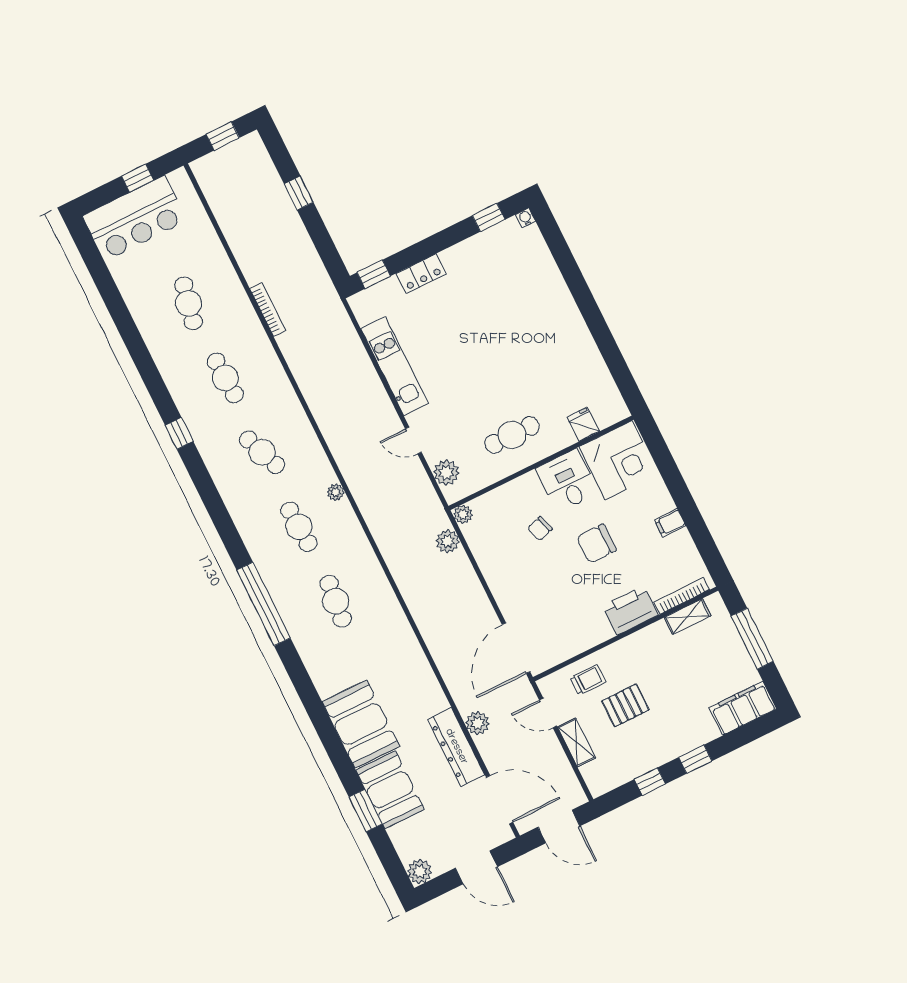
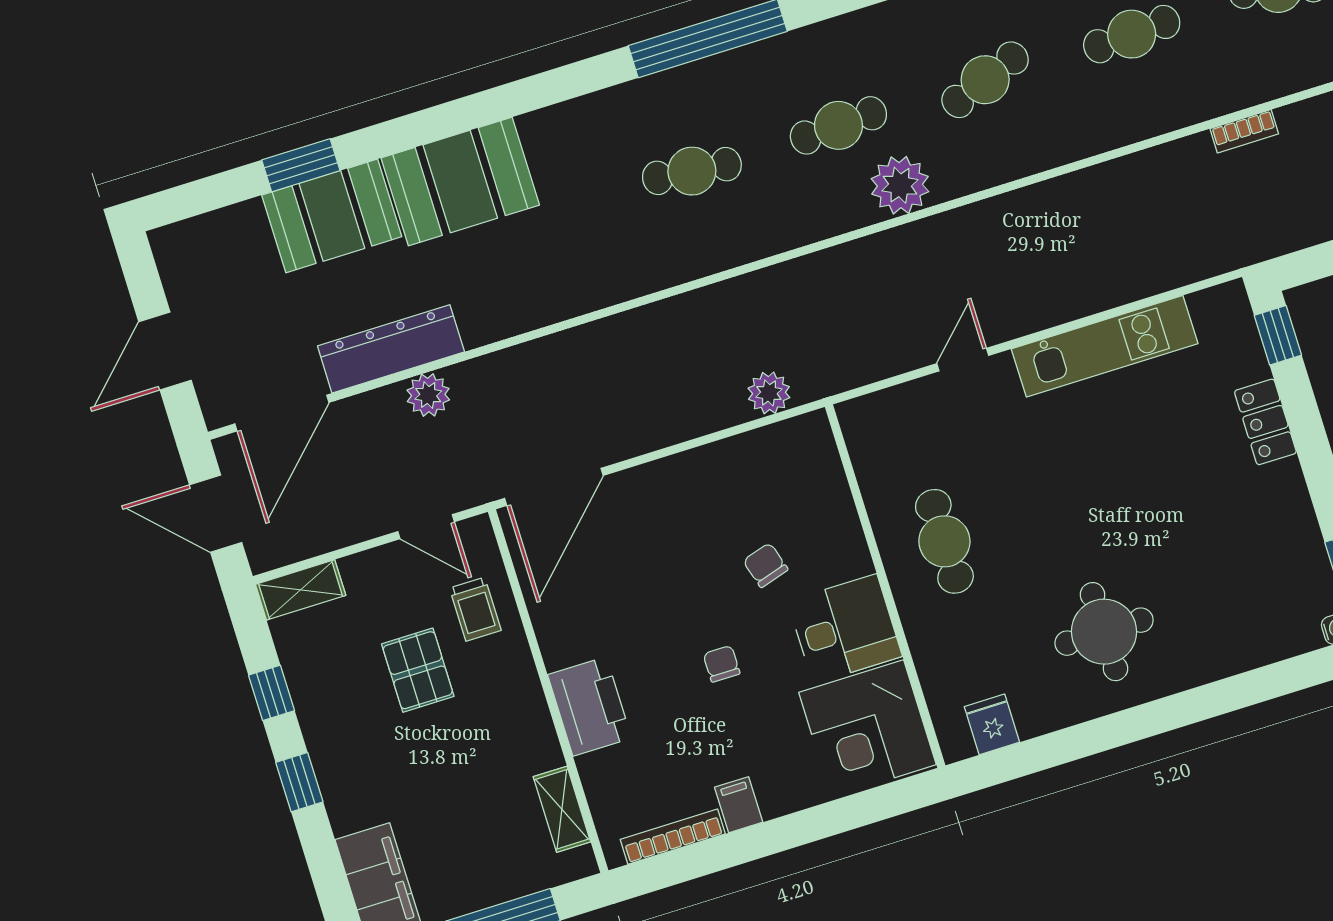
bookcase: (268, 309) -> (1244, 131), width x0.64
round table: (547, 342) -> (1104, 632), added
fridge: (583, 424) -> (992, 724), moved, turned -90
plant: (446, 473) -> (895, 410), removed
plant: (336, 492) -> (900, 185), width x1.88, depth x1.88
plant: (463, 514) -> (813, 429), removed
chair: (596, 544) -> (722, 664), width x0.54, depth x0.54
bookcase: (682, 596) -> (673, 837), moved, turned -90
door: (516, 648) -> (554, 487), swing flipped
door: (548, 713) -> (426, 527), swing flipped
shelving: (576, 742) -> (301, 590), moved
door: (559, 827) -> (216, 514), hinge flipped
plant: (420, 872) -> (174, 246), removed

